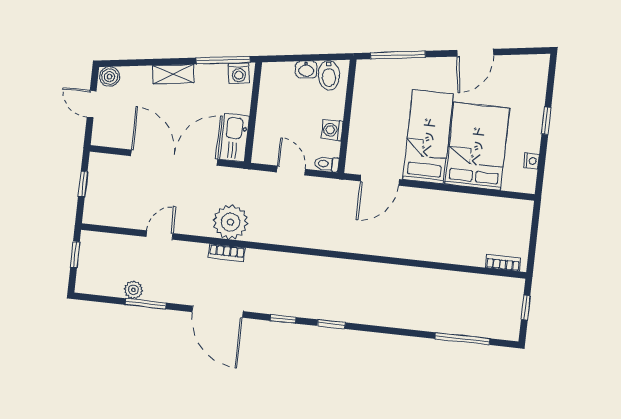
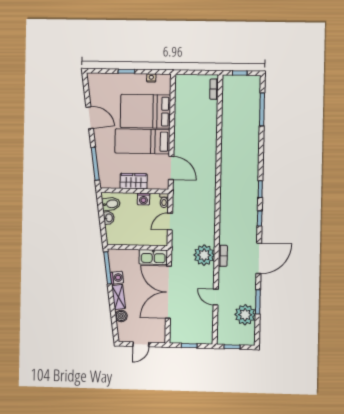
washing machine: (239, 73) -> (117, 278), moved
boiler: (110, 77) -> (121, 316), moved
wardrobe: (363, 116) -> (134, 181), added
plant: (133, 290) -> (245, 315), width x1.87, depth x1.87

